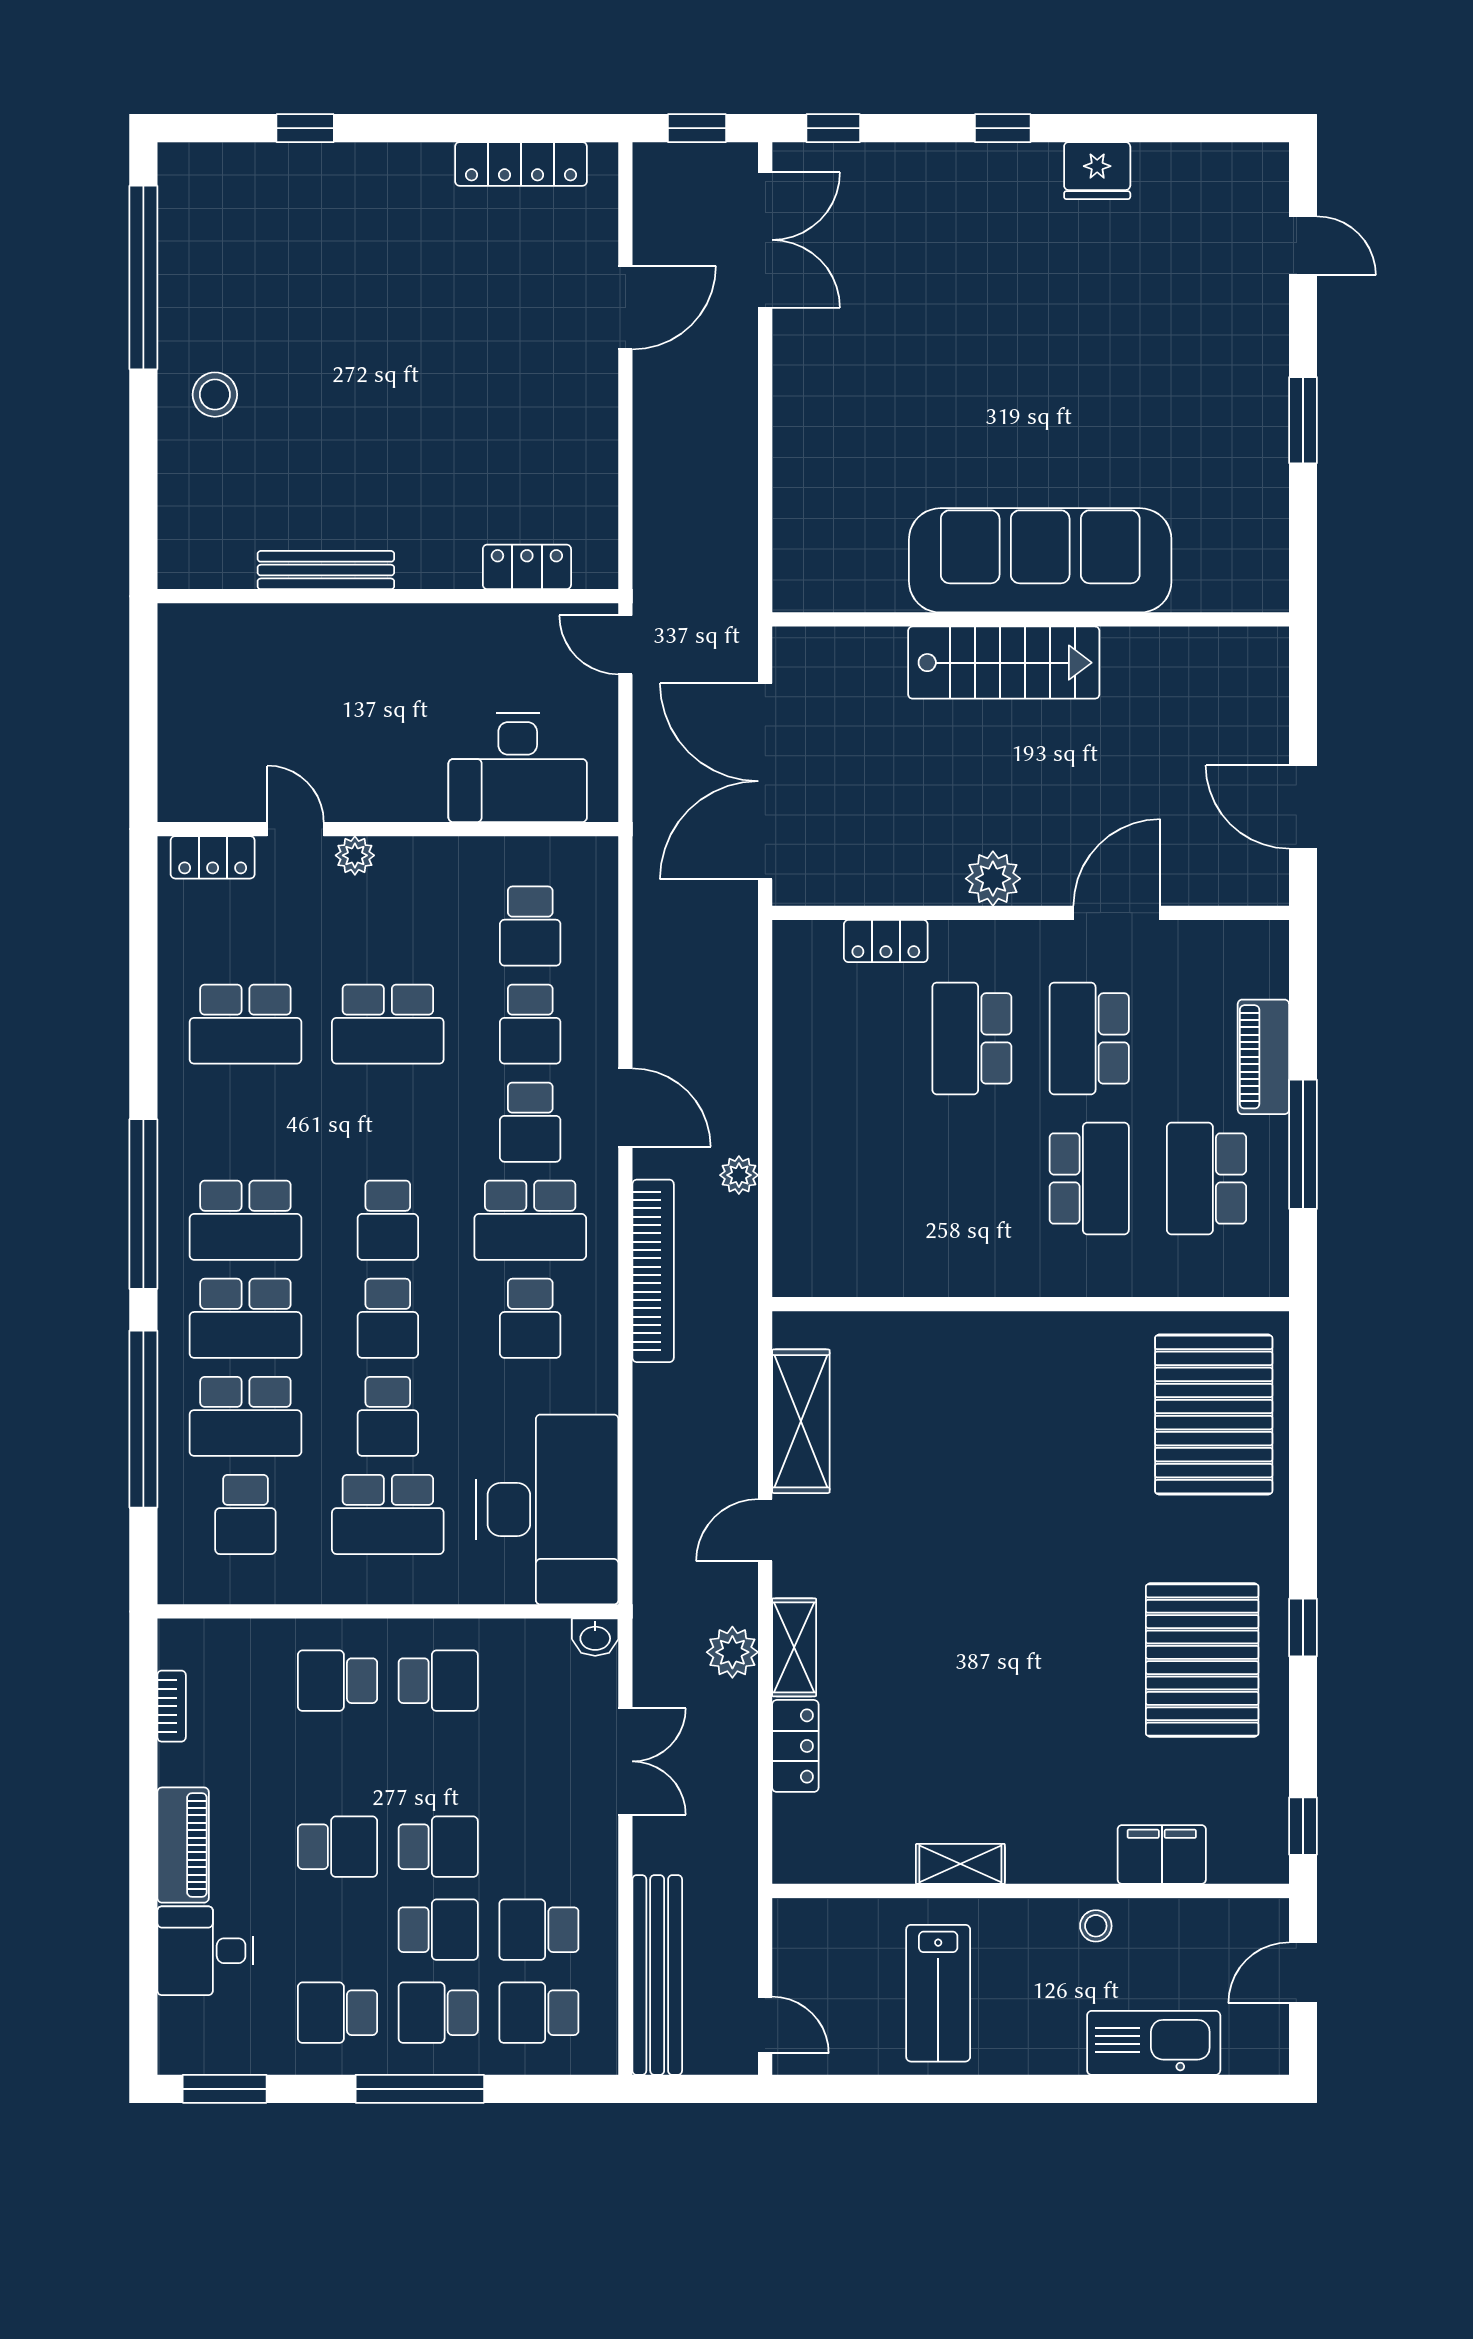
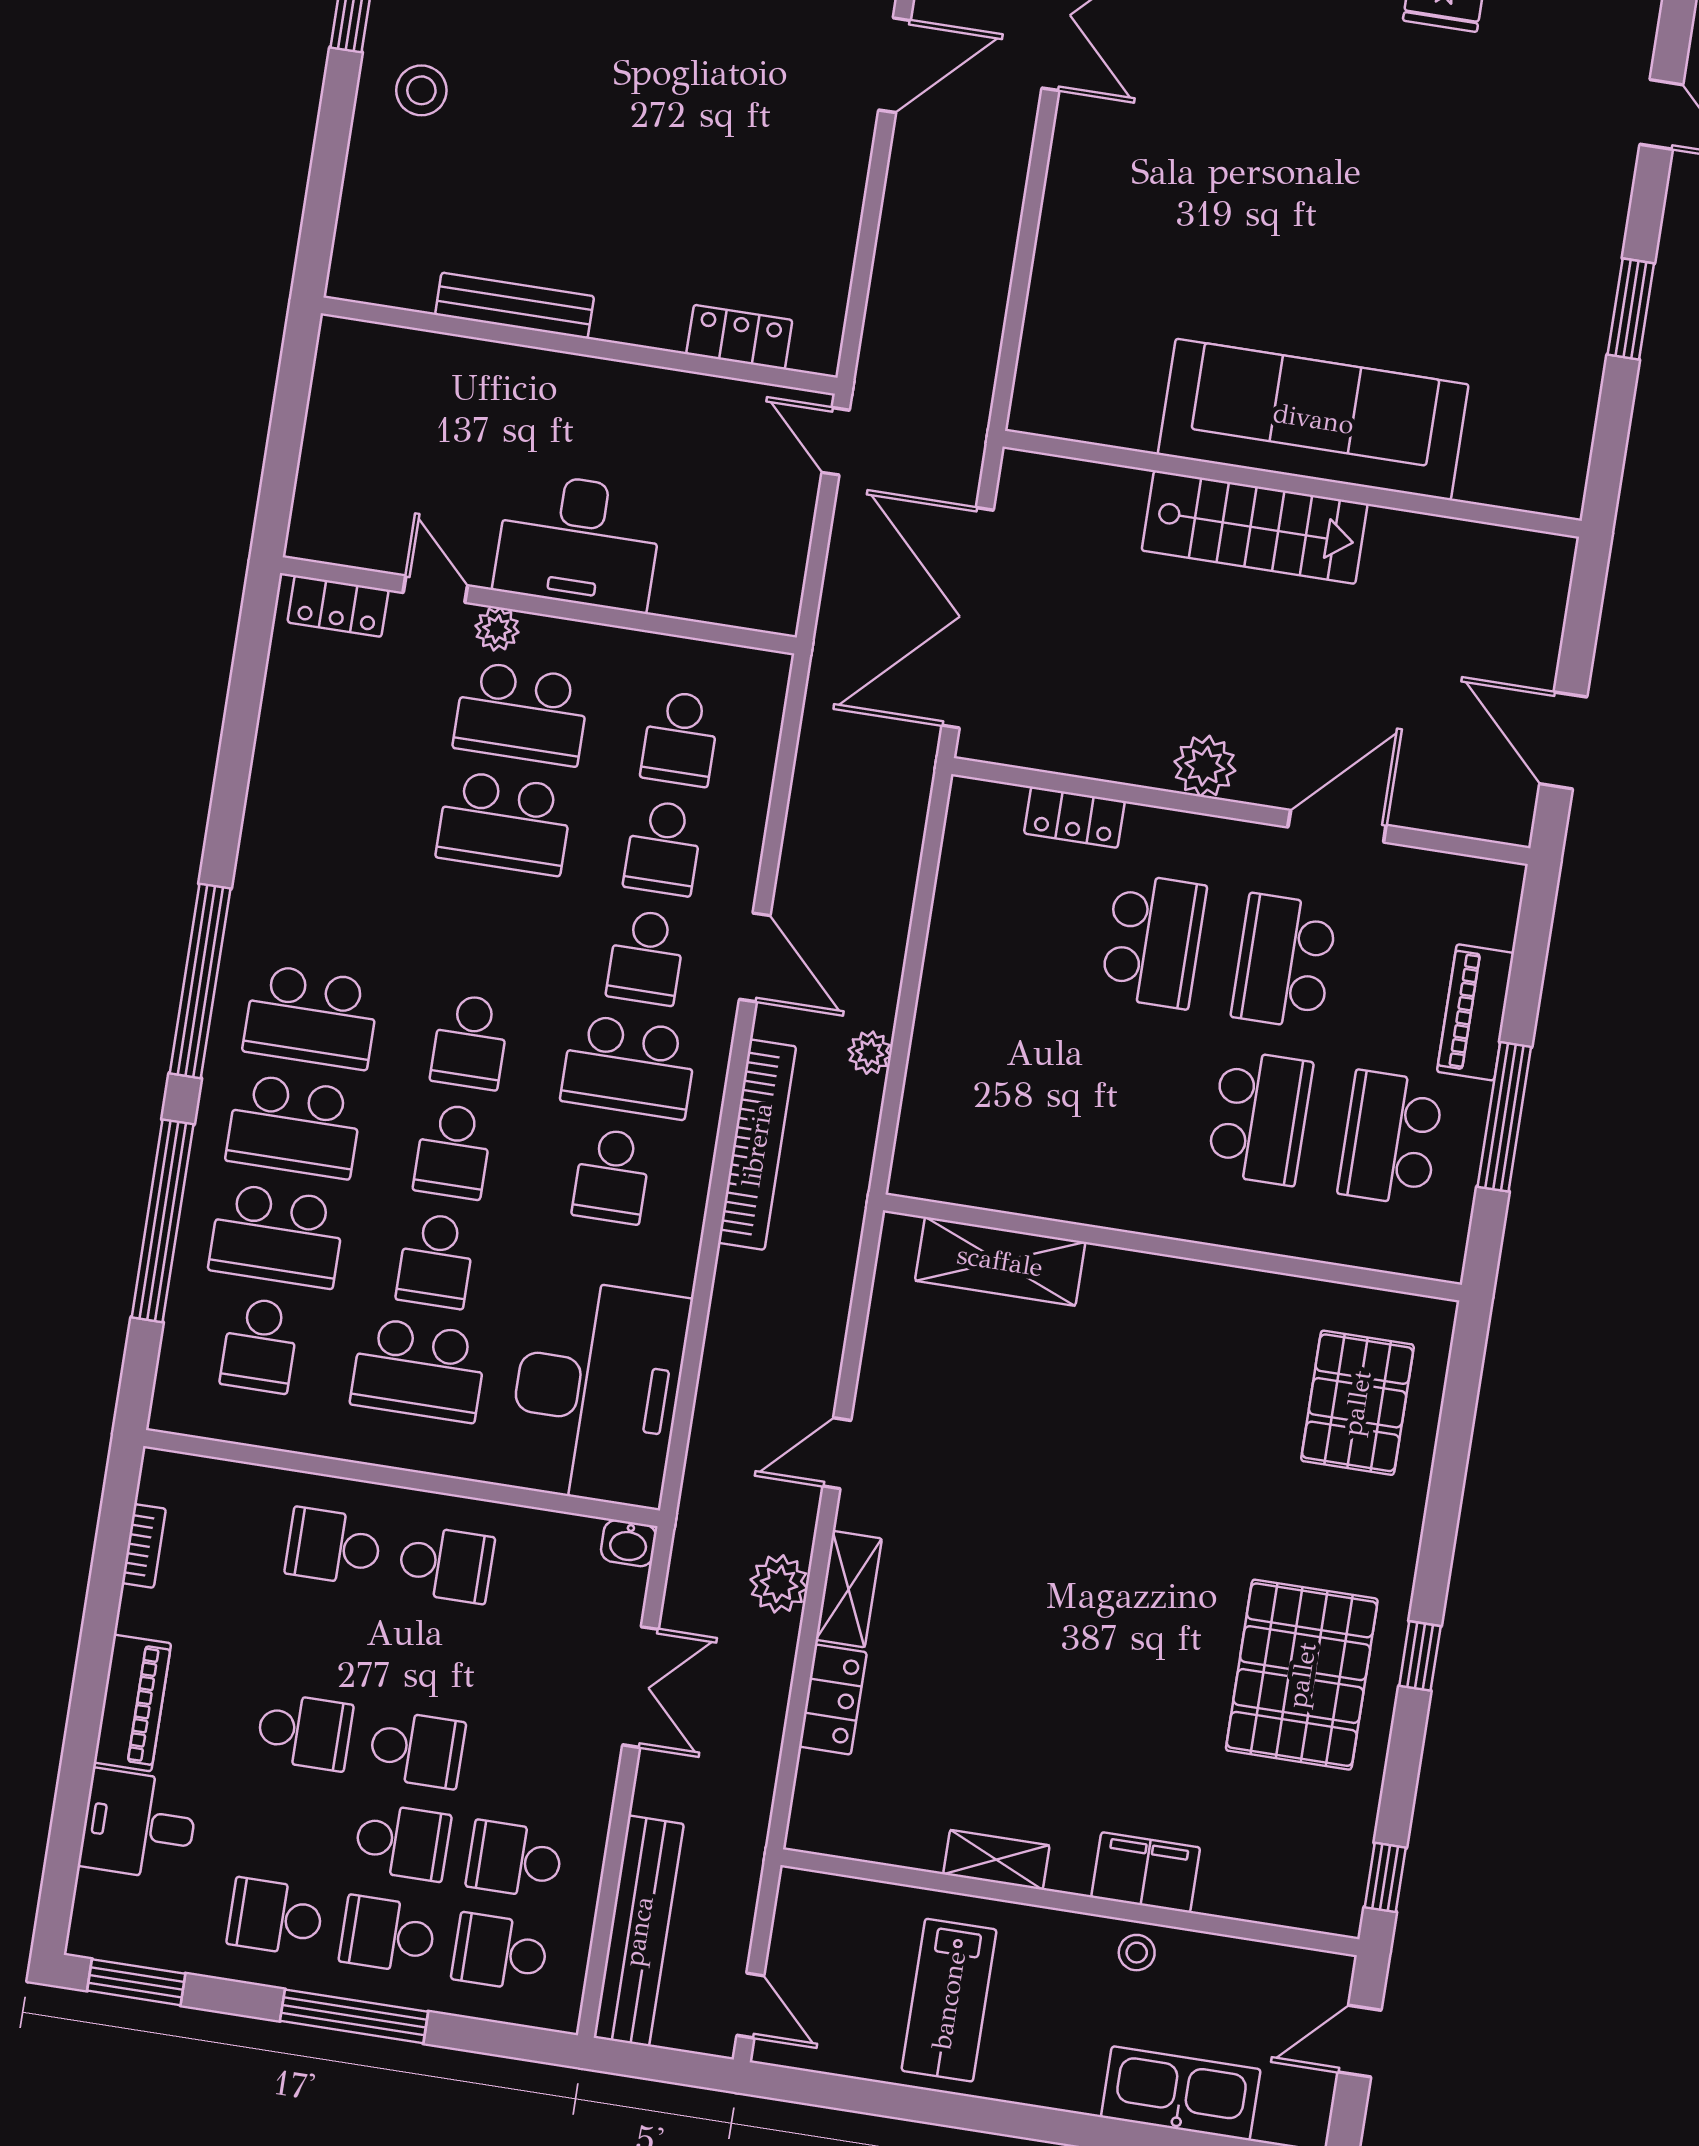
desk: (518, 768) -> (578, 541), moved
school desk: (245, 1024) -> (521, 714), moved
school desk: (972, 1038) -> (1153, 941), turned 180
pallet: (1214, 1415) -> (1357, 1403), width x0.73, depth x0.71
shelving: (801, 1421) -> (1000, 1261), moved, turned 90
filing cabinet: (1162, 1854) -> (1146, 1872), moved

